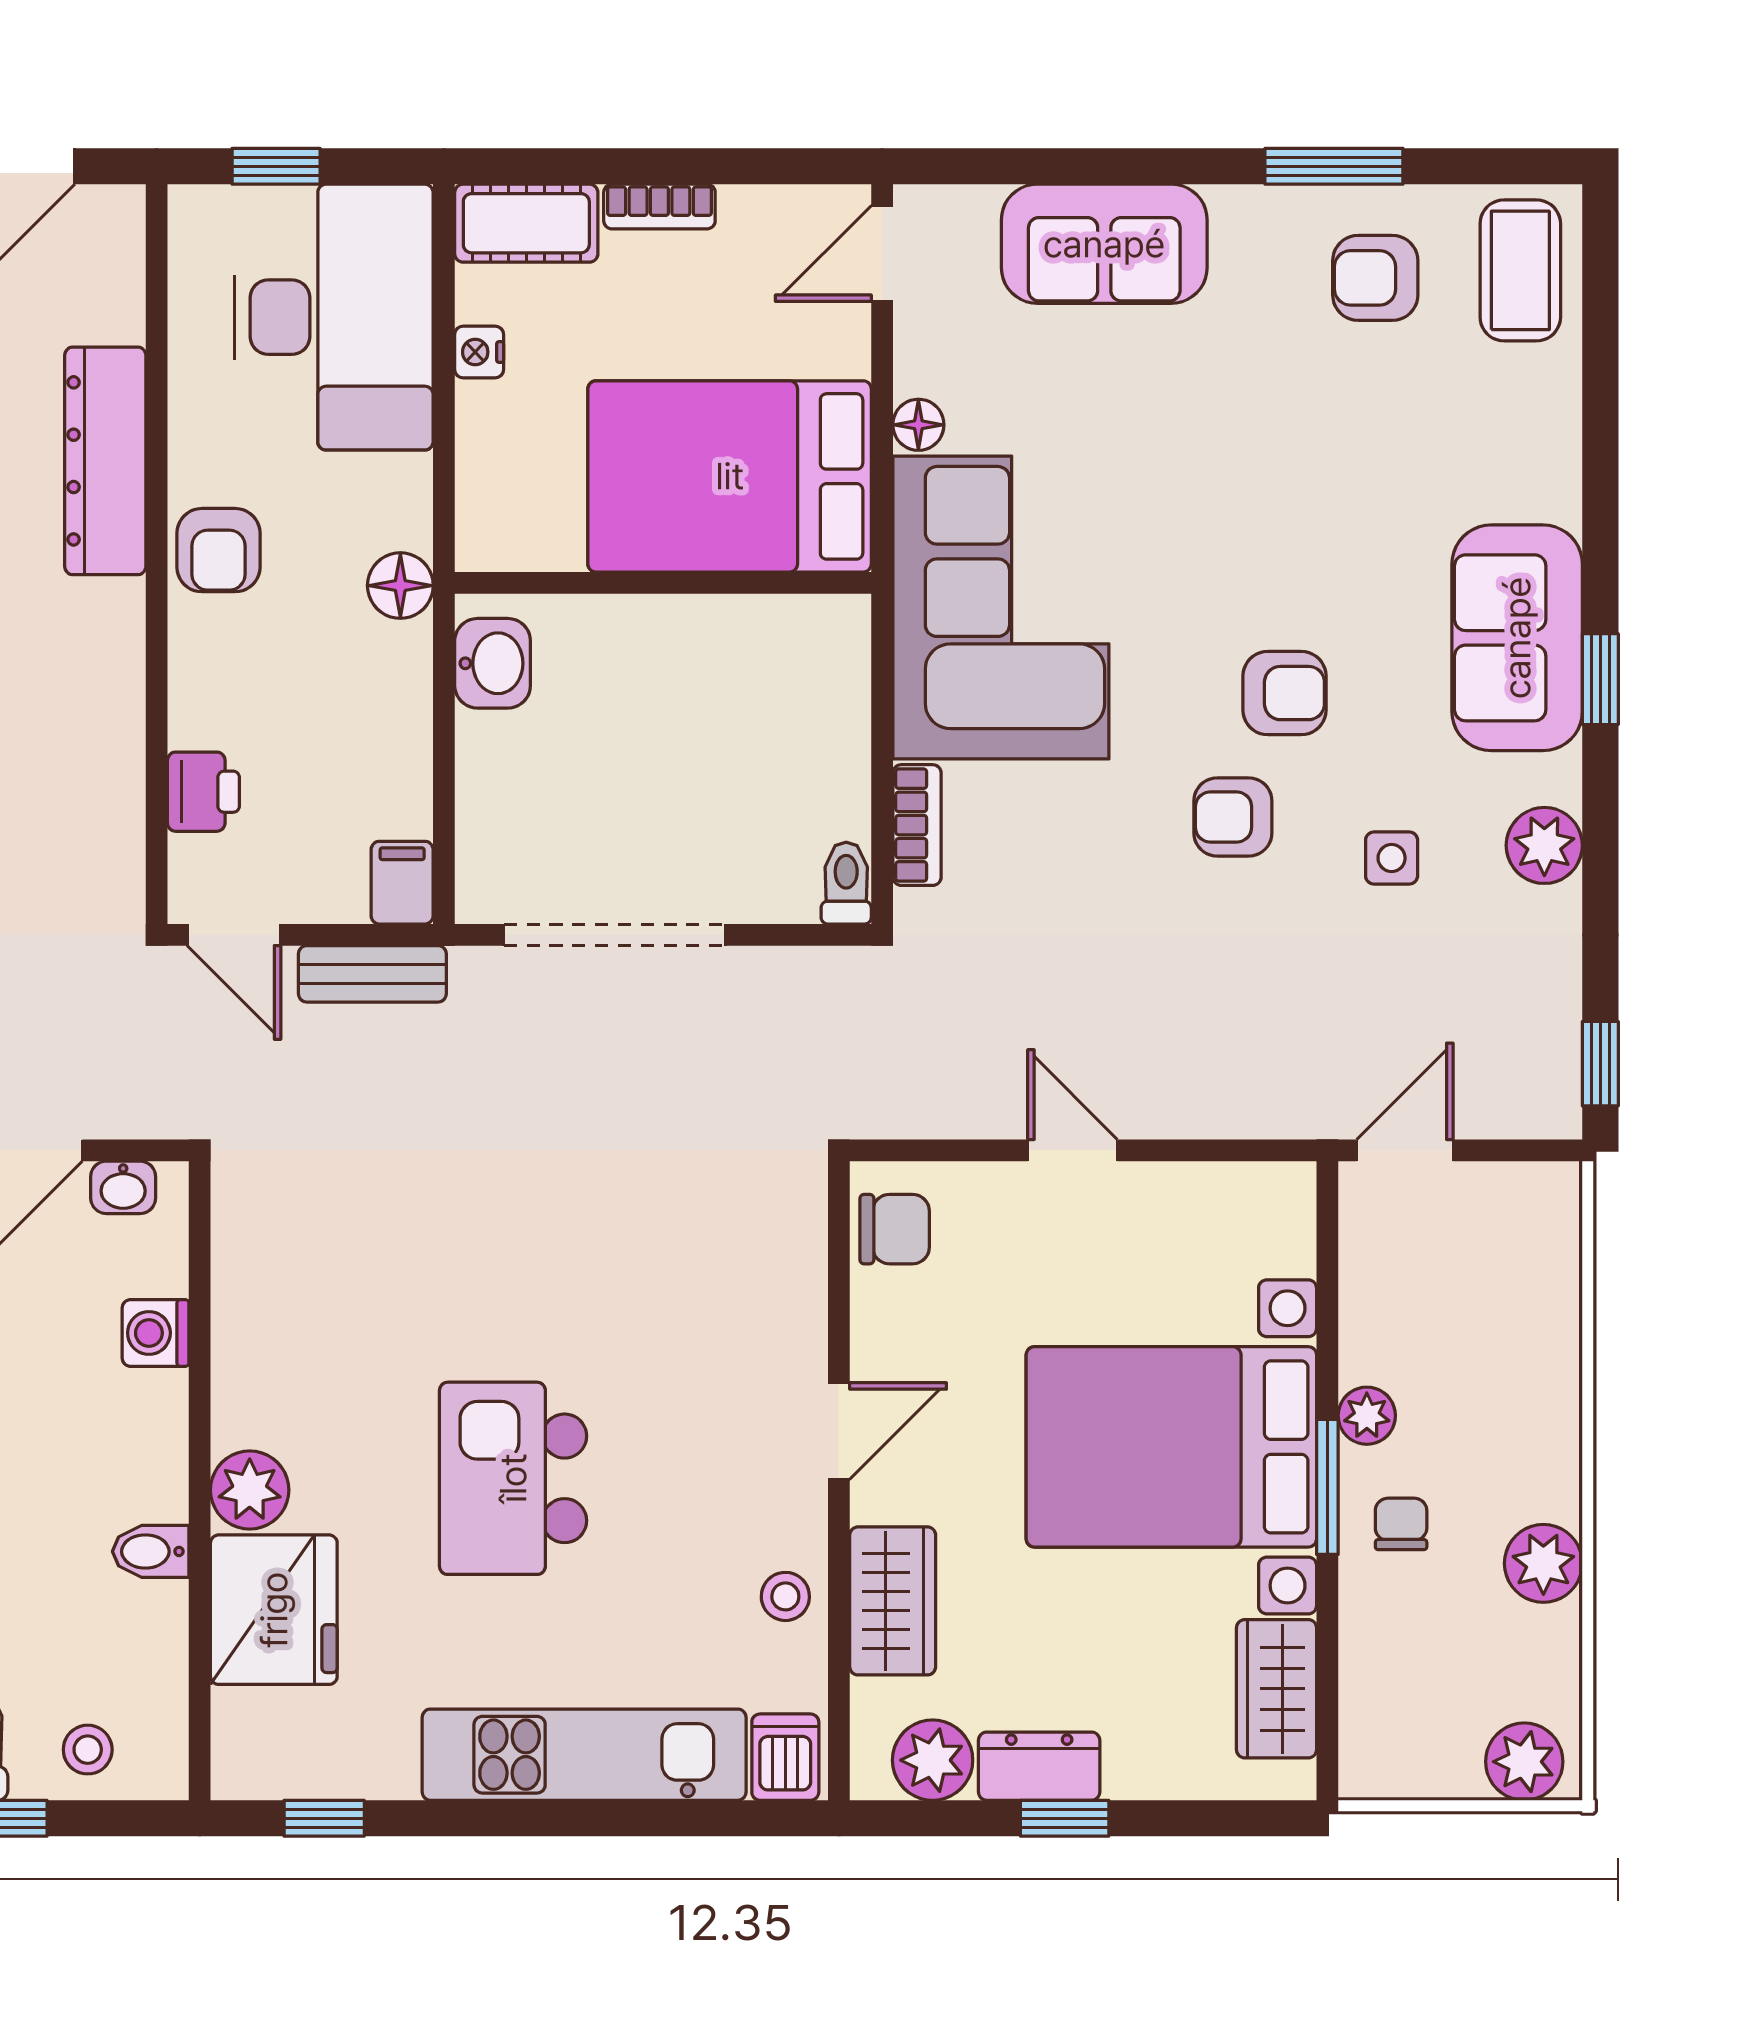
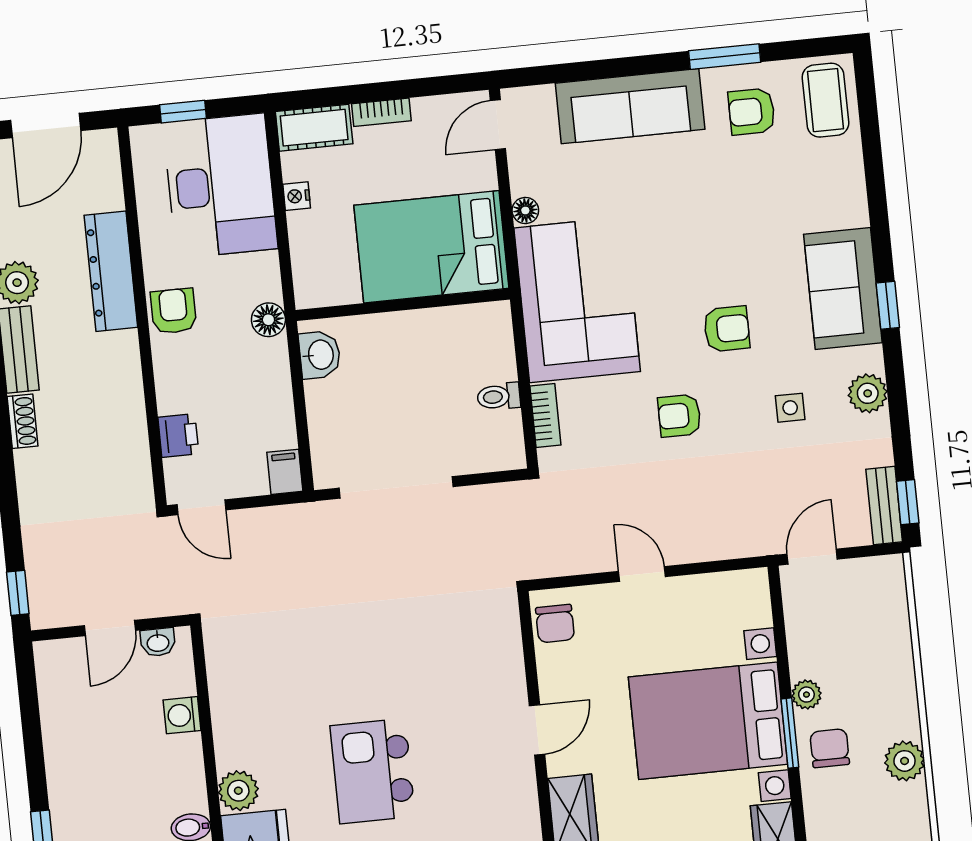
sofa: (1104, 244) -> (630, 106), width x1.36
armchair: (218, 550) -> (173, 311), turned 180
armchair: (1233, 817) -> (679, 416), moved
toilet: (846, 883) -> (499, 397), moved, turned -90
bench: (372, 974) -> (884, 506), moved, turned 90
chair: (895, 1229) -> (555, 624), turned 90
chair: (1401, 1524) -> (830, 748), width x1.37, depth x1.37
stool: (785, 1596) -> (518, 817), removed

